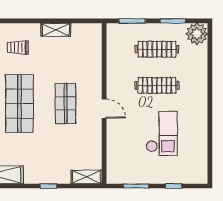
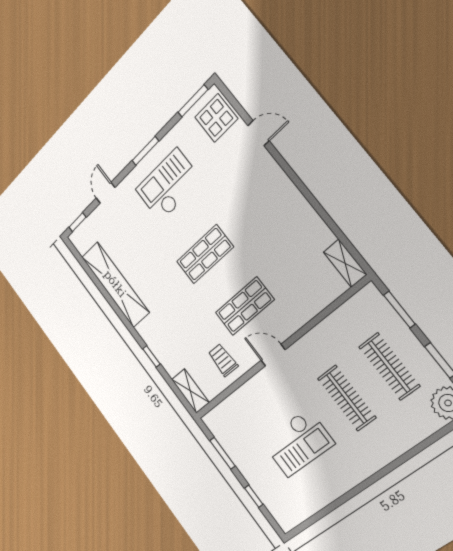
shelving: (56, 30) -> (345, 263), moved
trolley: (18, 47) -> (223, 360), moved
shop shelf: (19, 103) -> (205, 254), width x0.70, depth x0.74
door: (104, 109) -> (273, 355), swing flipped

